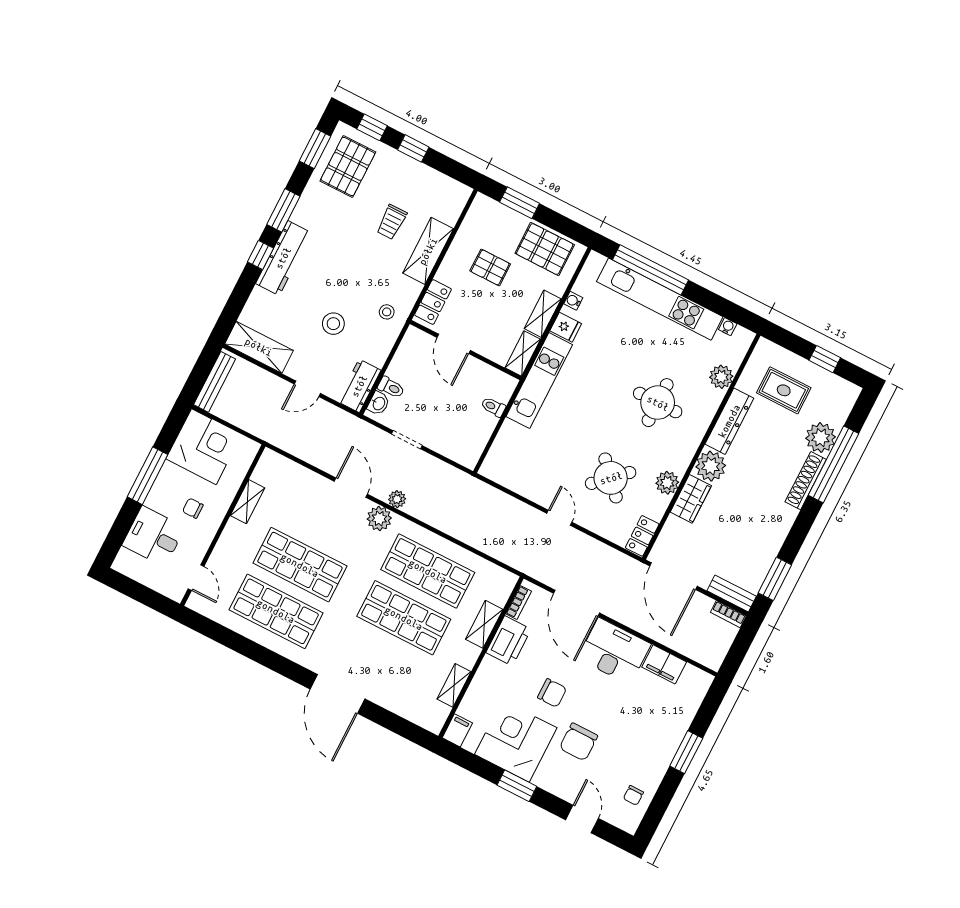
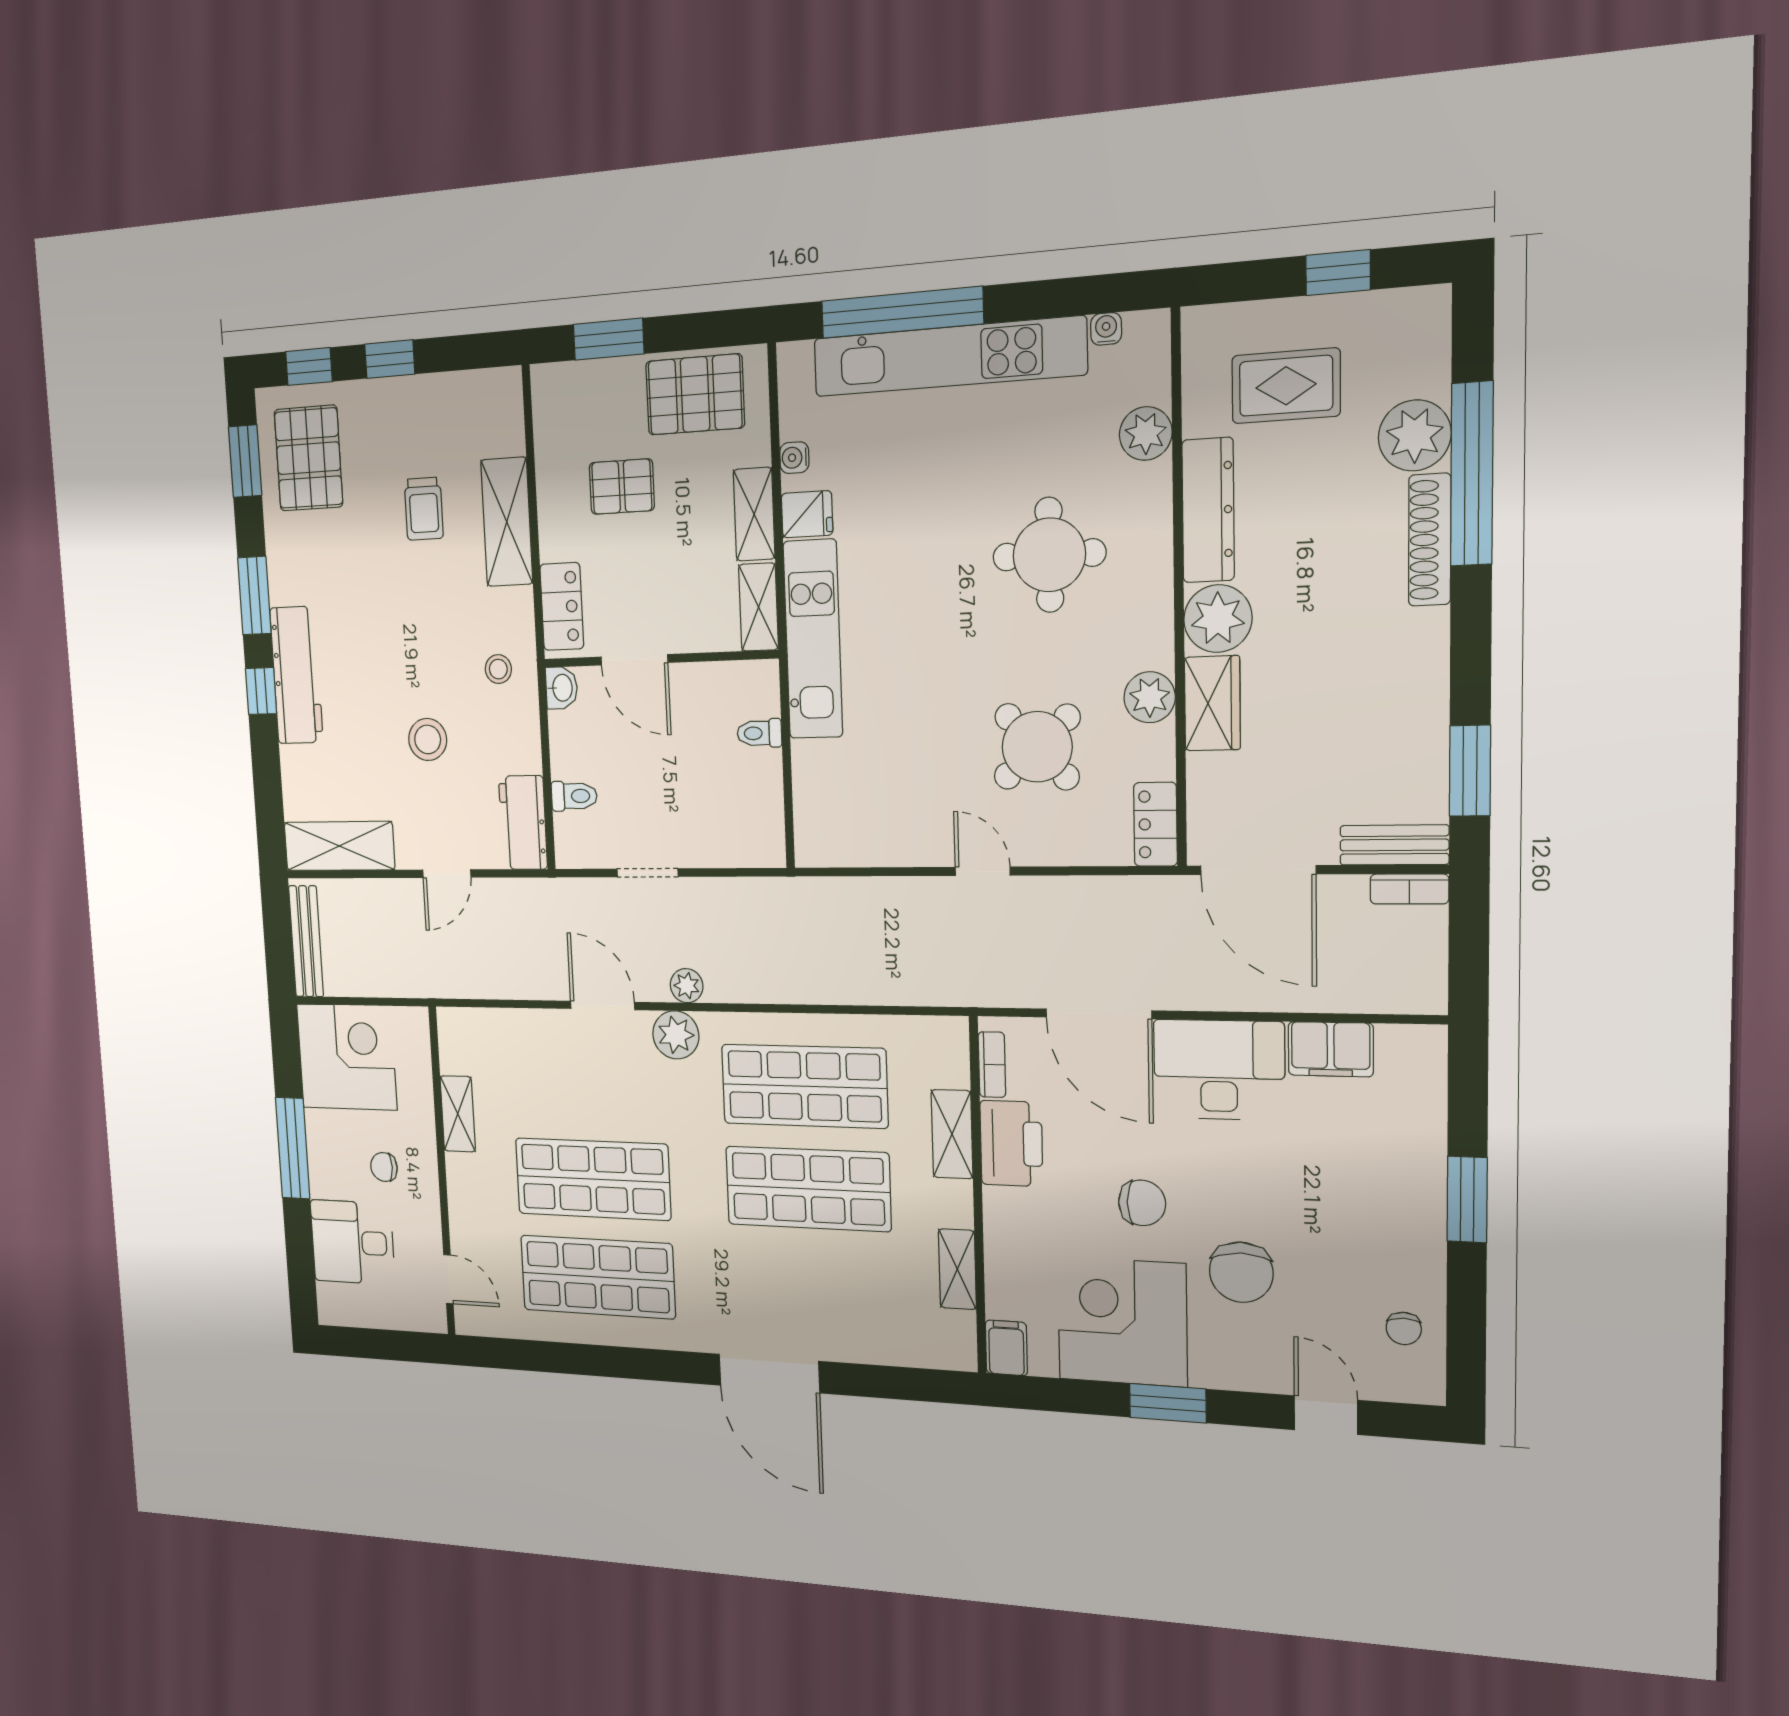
washbasin: (379, 403) -> (562, 688), moved

